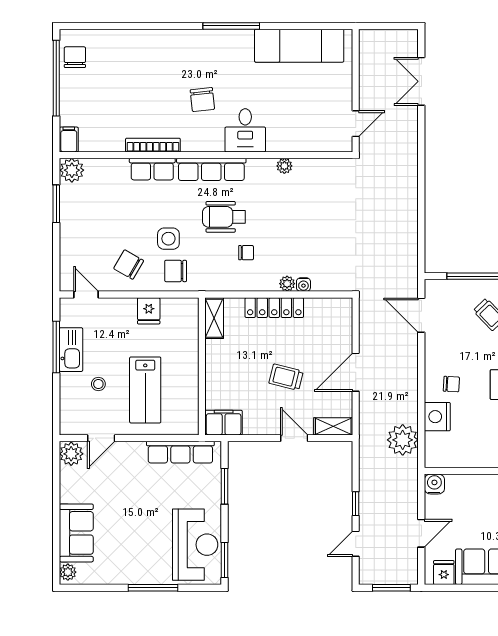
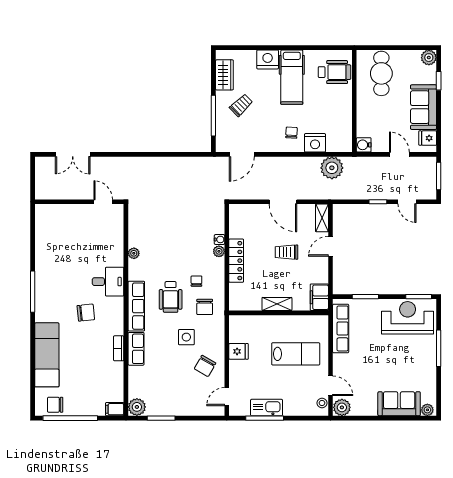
exam couch: (299, 46) -> (47, 355), moved
bookcase: (153, 145) -> (119, 348), width x0.64
chair: (176, 271) -> (205, 307), moved
shelving: (214, 318) -> (277, 304), moved
trolley: (286, 377) -> (286, 252), turned 76
stool: (98, 384) -> (322, 403), moved

